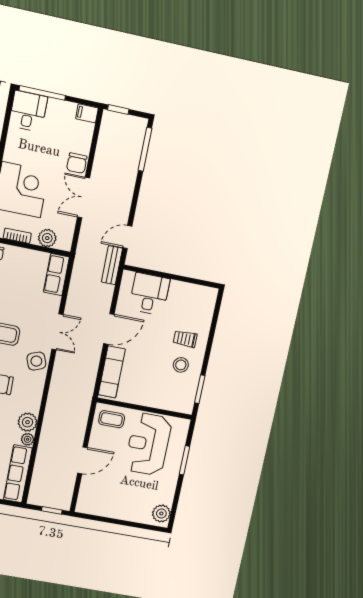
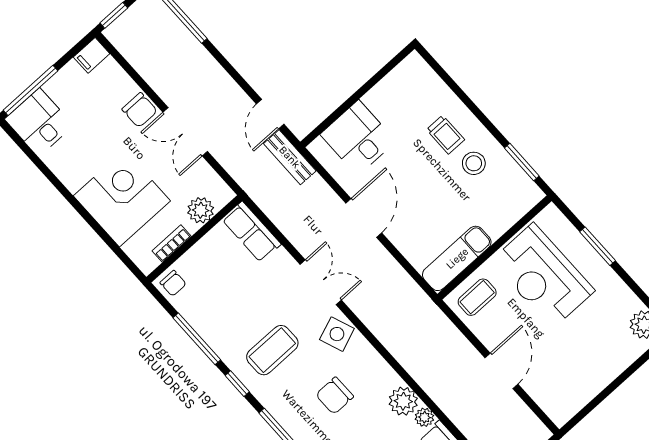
trolley: (185, 339) -> (446, 135), turned -90
exam couch: (112, 372) -> (457, 258), moved, turned -90

